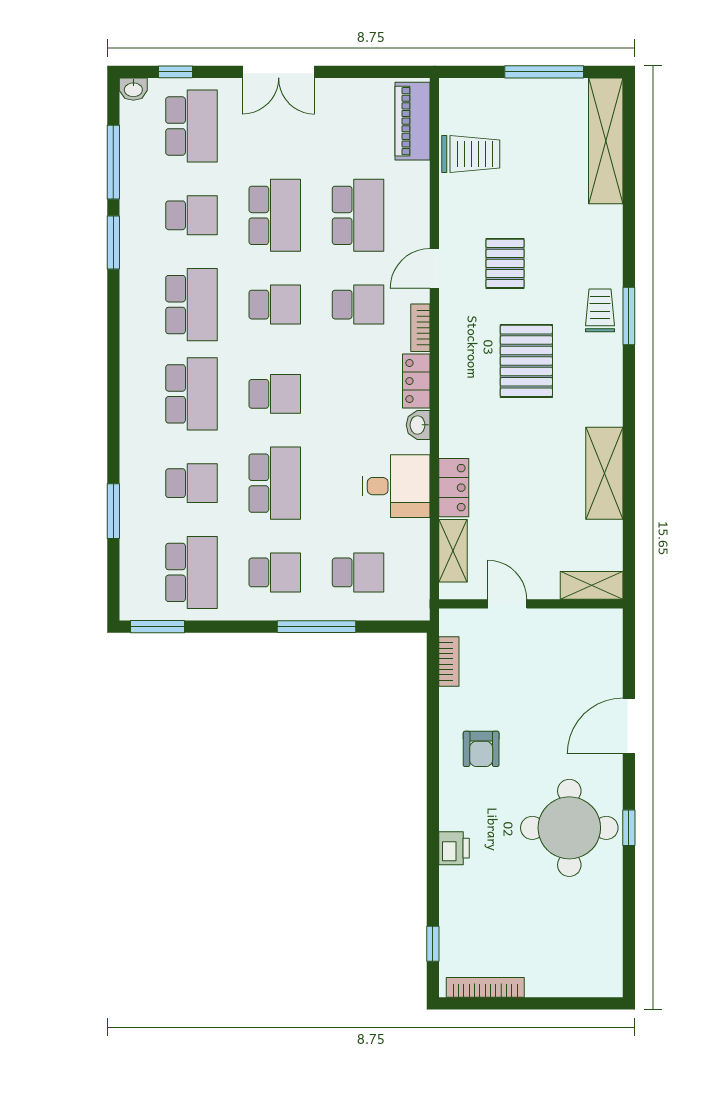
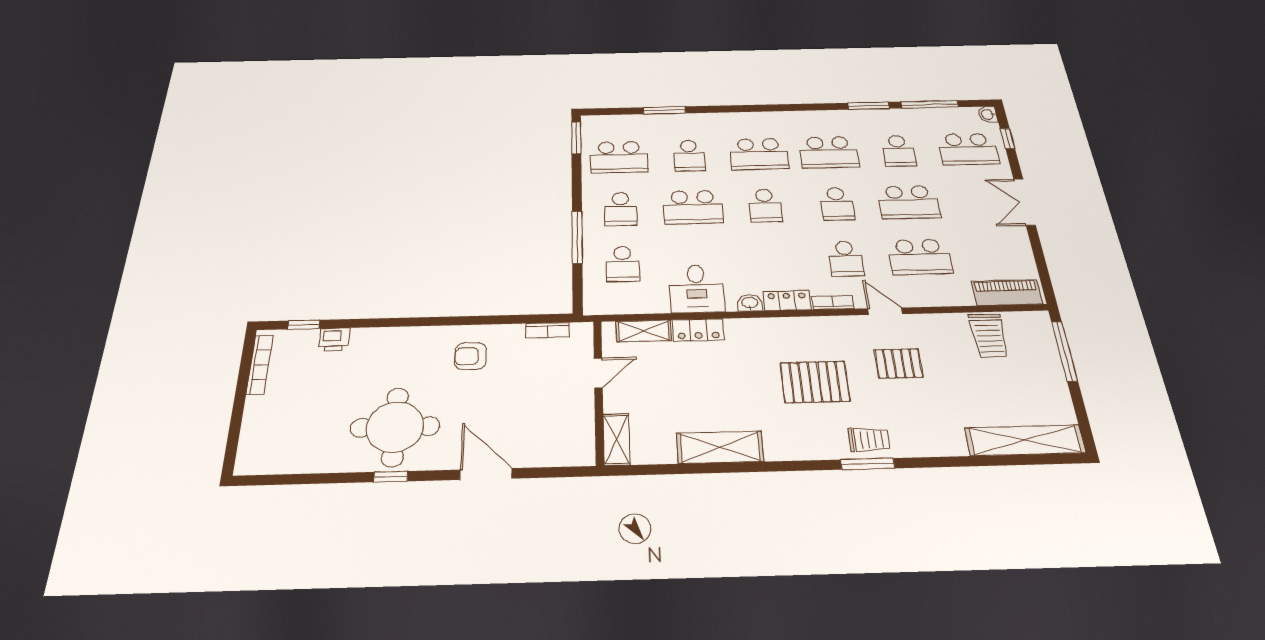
window: (544, 72) -> (1064, 351), moved
printer: (454, 848) -> (334, 339), moved

